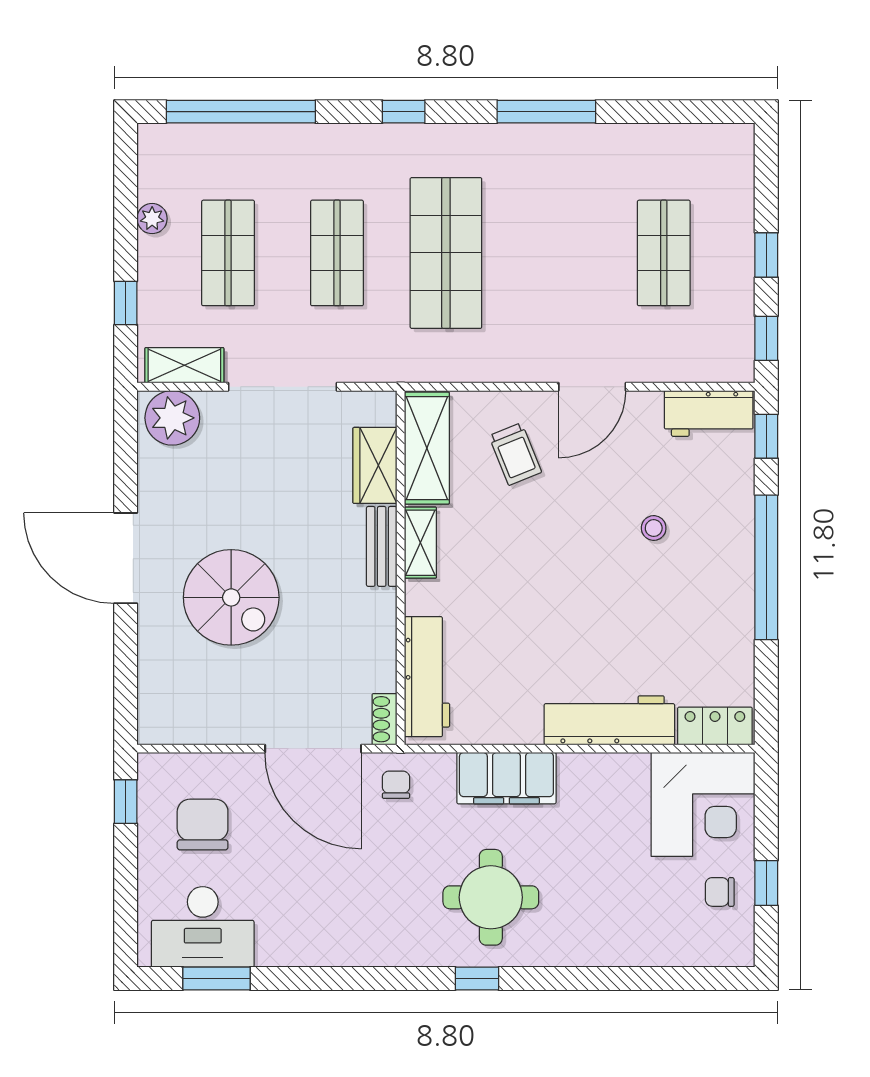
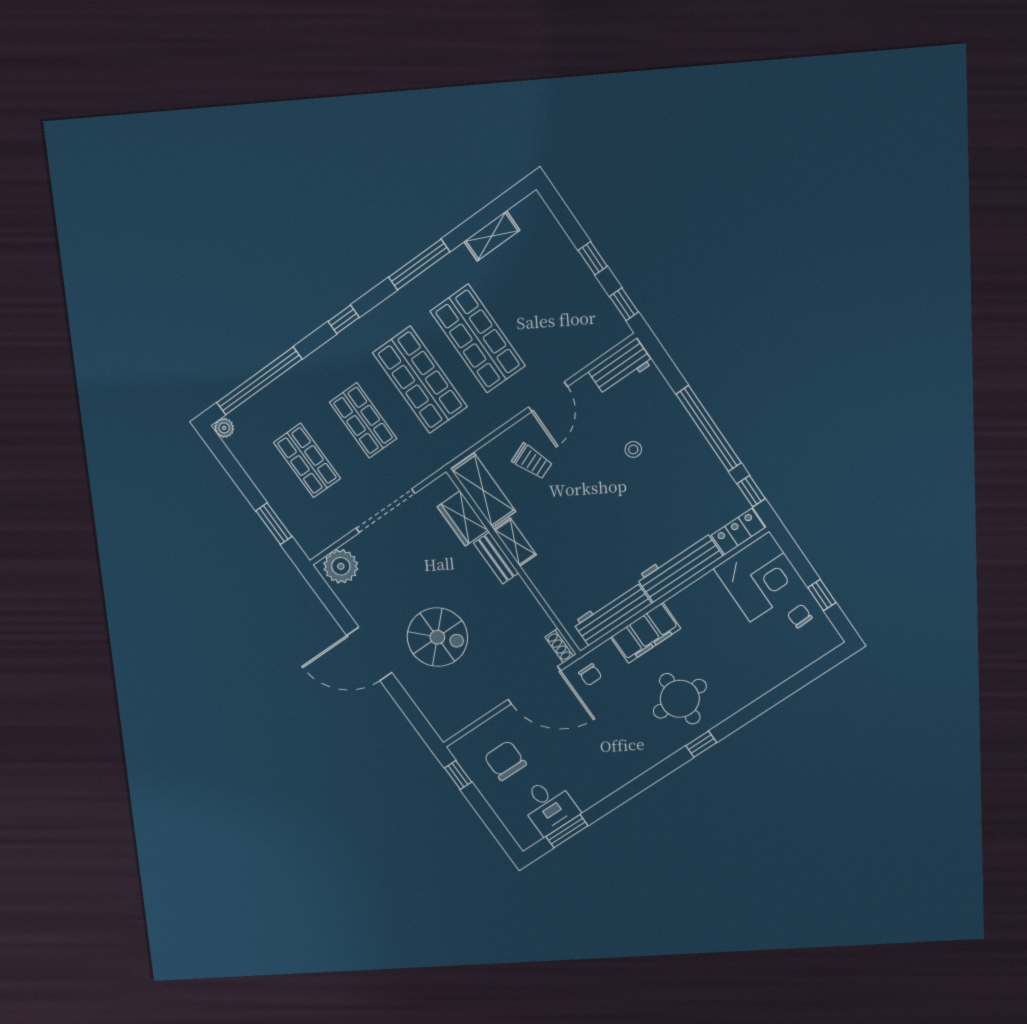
plant: (152, 219) -> (224, 428), moved
shop shelf: (664, 253) -> (478, 339), moved, width x1.43, depth x1.36
window: (126, 303) -> (274, 524), width x1.50
shelving: (184, 365) -> (492, 236), moved
window: (766, 436) -> (751, 491), moved
workbench: (427, 677) -> (612, 613), moved, turned -90
chair: (396, 785) -> (590, 675), turned 180
chair: (720, 892) -> (800, 616), turned 87
desk: (203, 927) -> (549, 806), width x0.73

